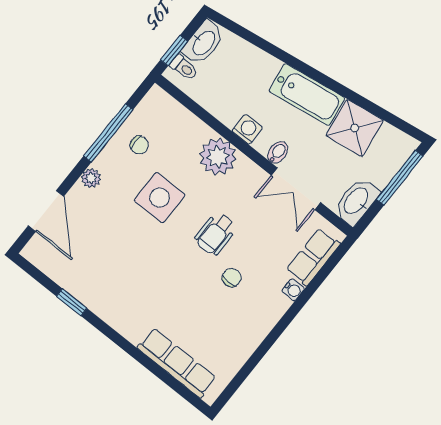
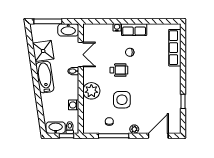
washing machine: (247, 129) -> (74, 105), moved
row of seats: (313, 257) -> (134, 30), moved

